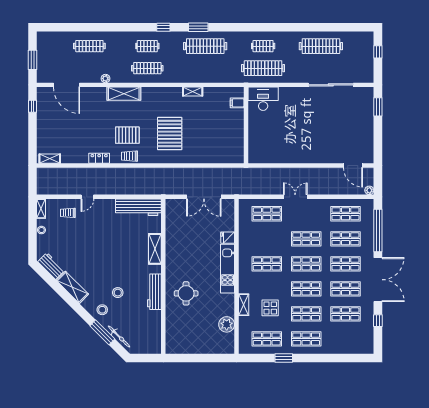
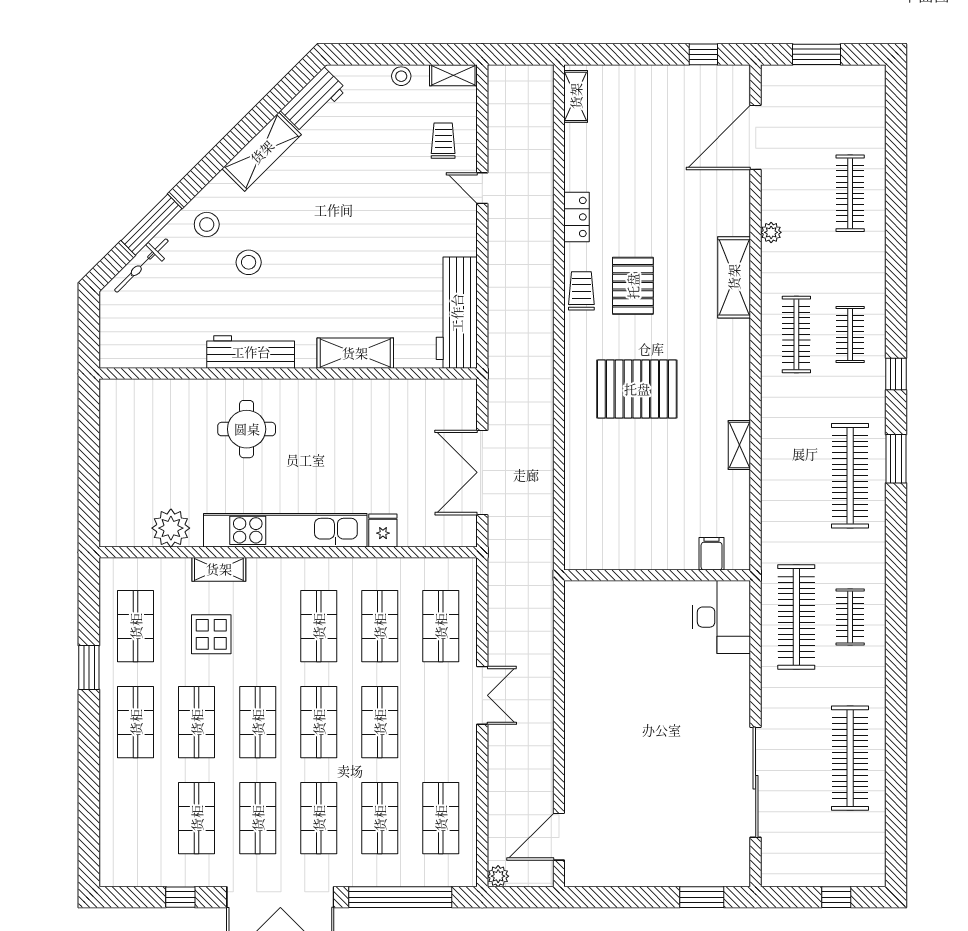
shop shelf: (267, 239) -> (380, 626), added
kitchen unit: (228, 269) -> (285, 530), width x1.36

